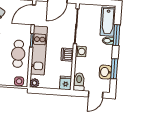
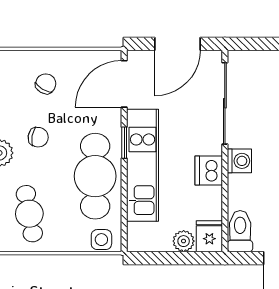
cafe table: (18, 54) -> (95, 176), width x1.37, depth x1.35
plant: (34, 83) -> (184, 241), moved

